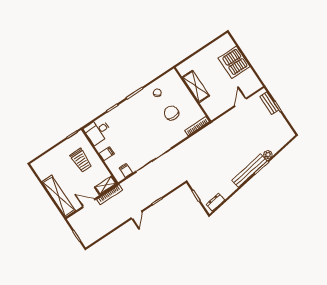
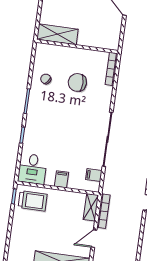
shelving: (196, 86) -> (57, 34), moved
trolley: (81, 160) -> (33, 201), moved

